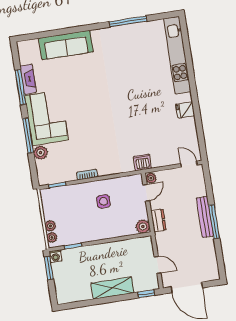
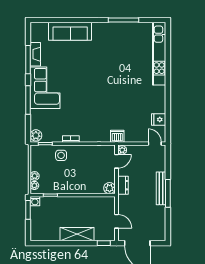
fridge: (185, 110) -> (159, 120), moved
plant: (41, 153) -> (36, 135), moved
side table: (103, 201) -> (61, 155), moved

